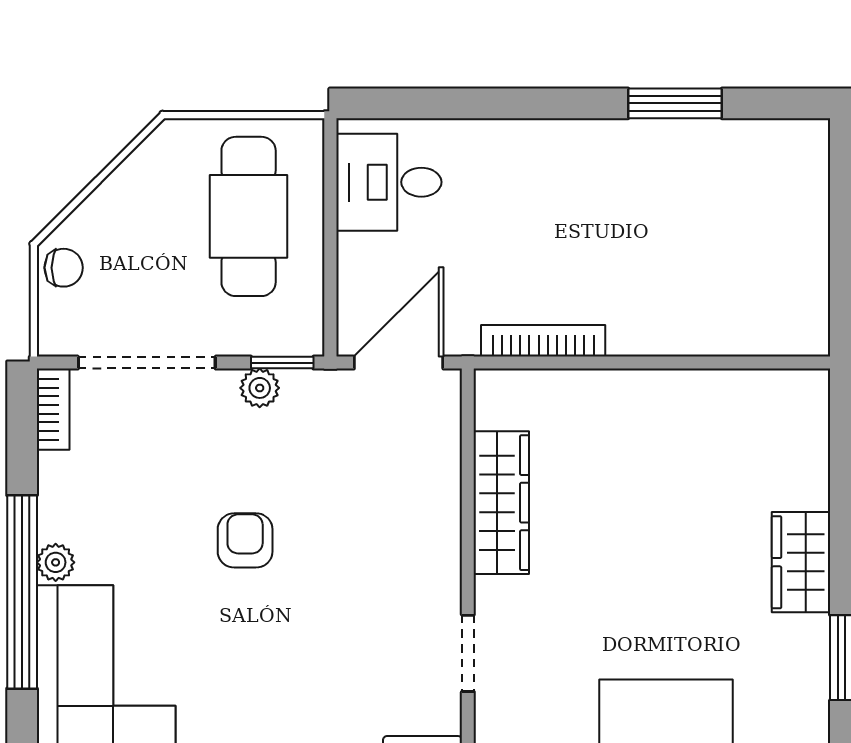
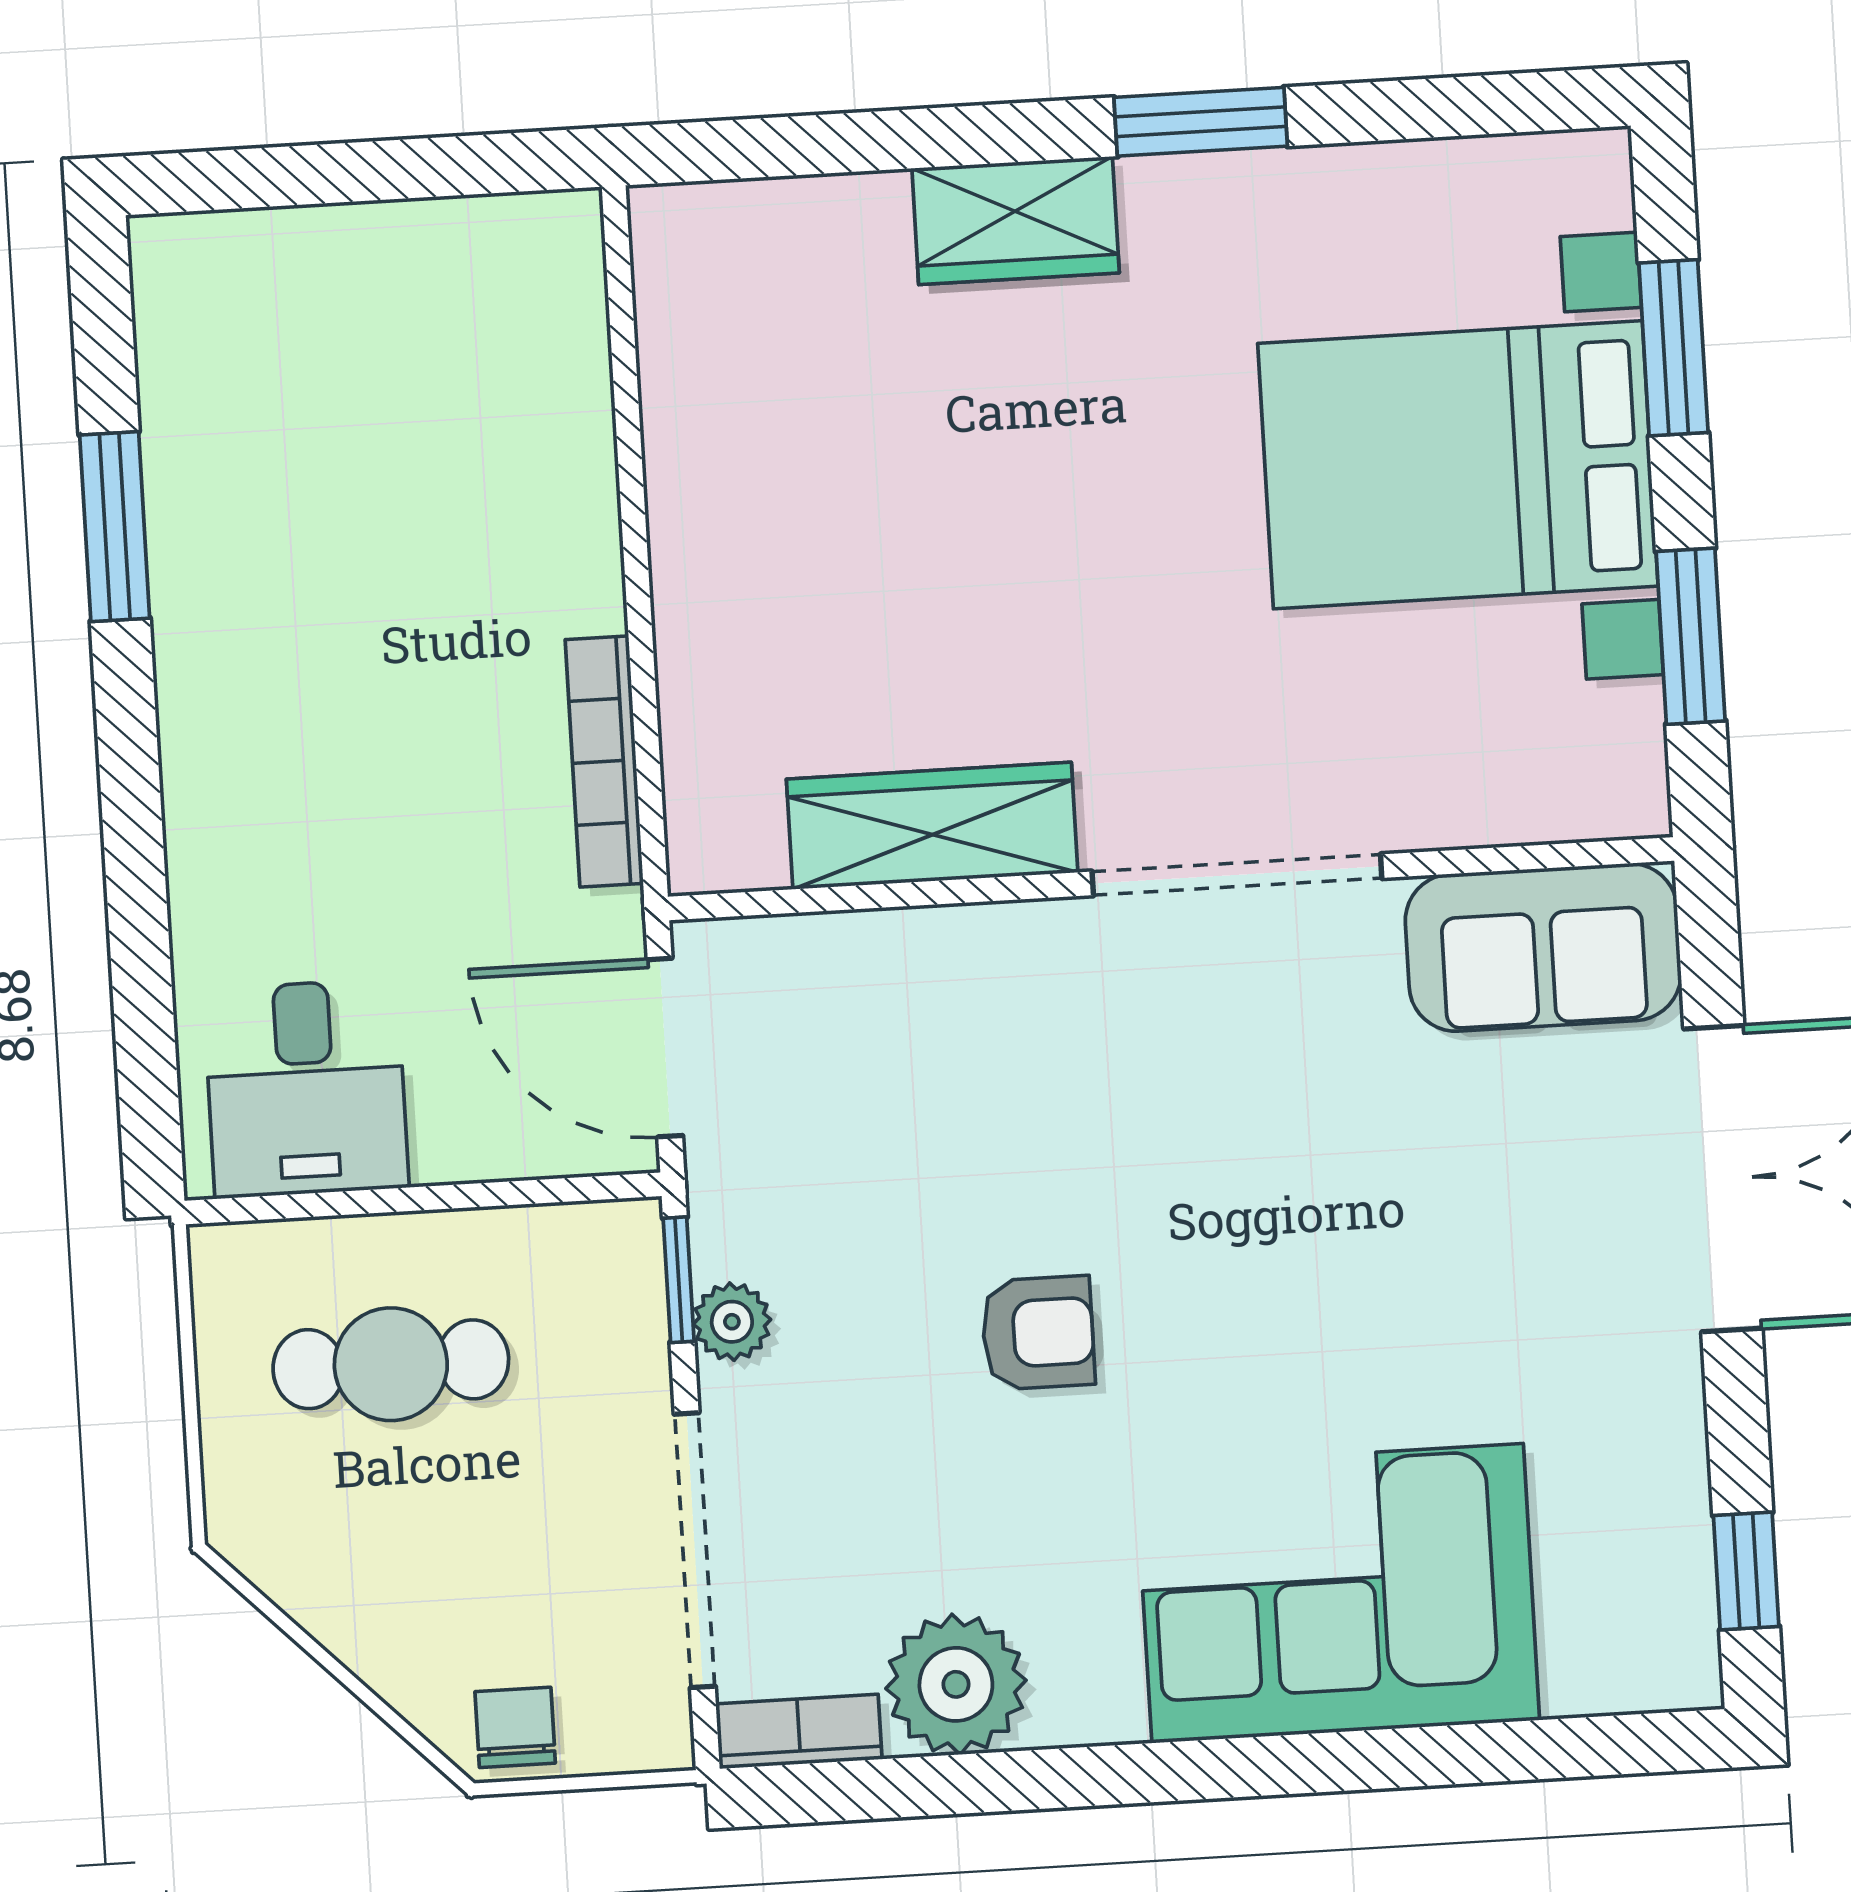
cafe table: (249, 216) -> (391, 1364), width x0.73, depth x0.74
armchair: (245, 540) -> (1038, 1333), turned 180
plant: (56, 562) -> (956, 1684), moved, width x1.88, depth x1.88
window: (22, 592) -> (1167, 1772), removed
doorway: (468, 653) -> (1237, 875), width x1.88

